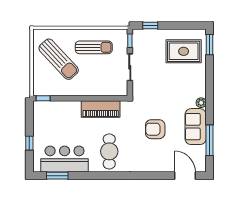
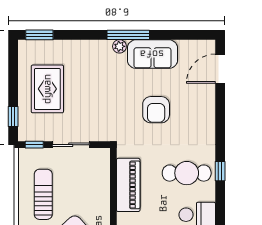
rug: (184, 51) -> (47, 89), moved
window: (210, 140) -> (128, 35), moved
window: (111, 176) -> (220, 171), added

